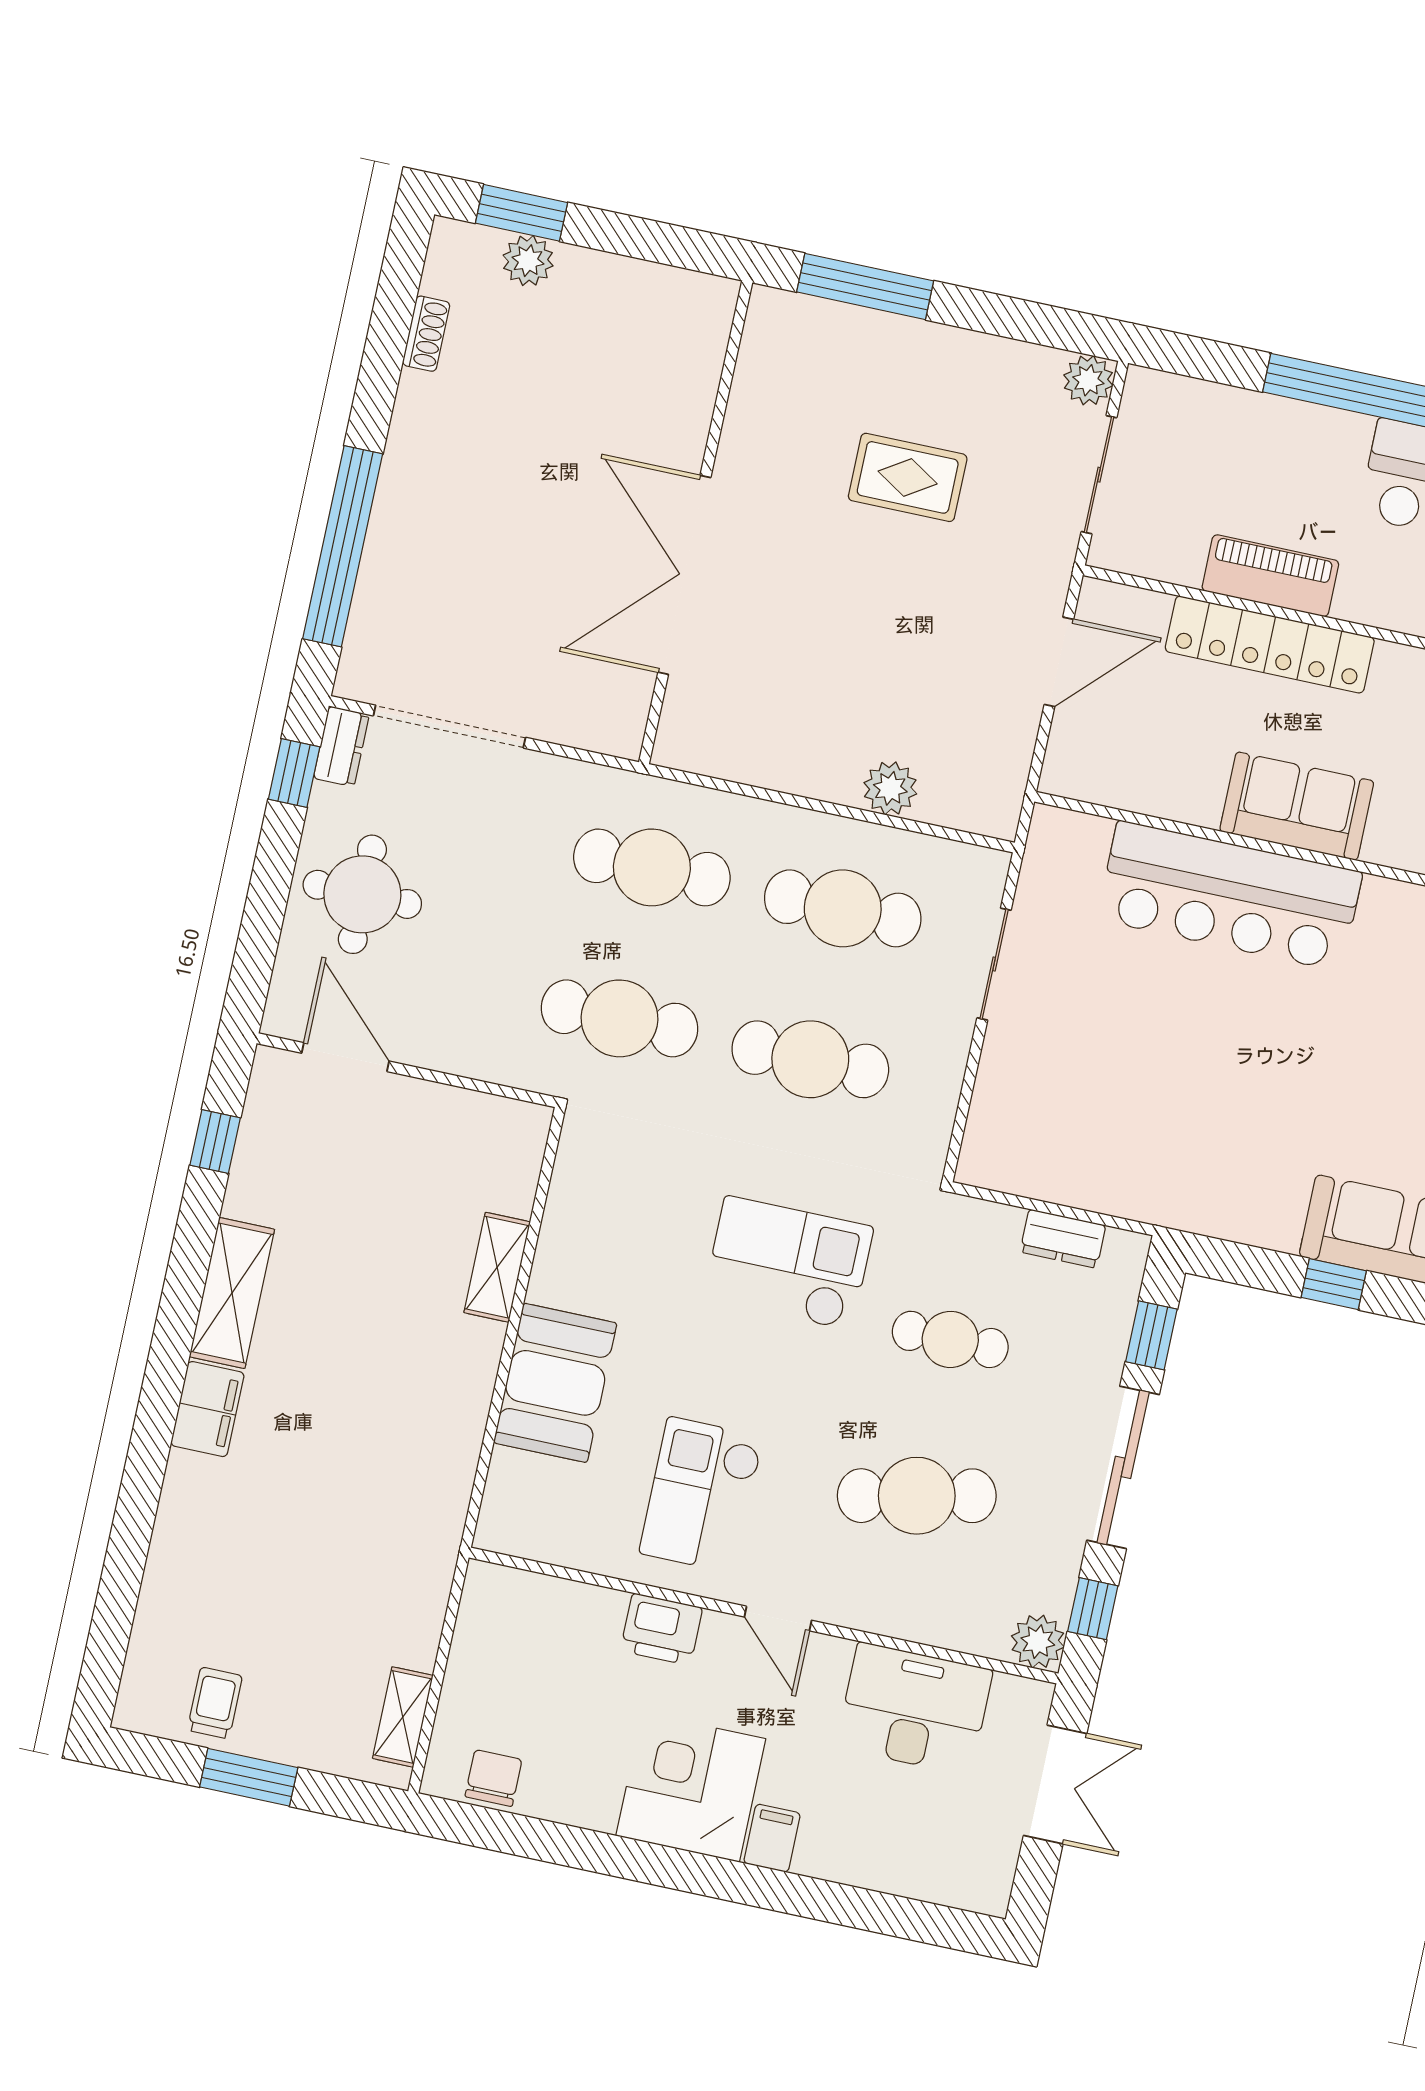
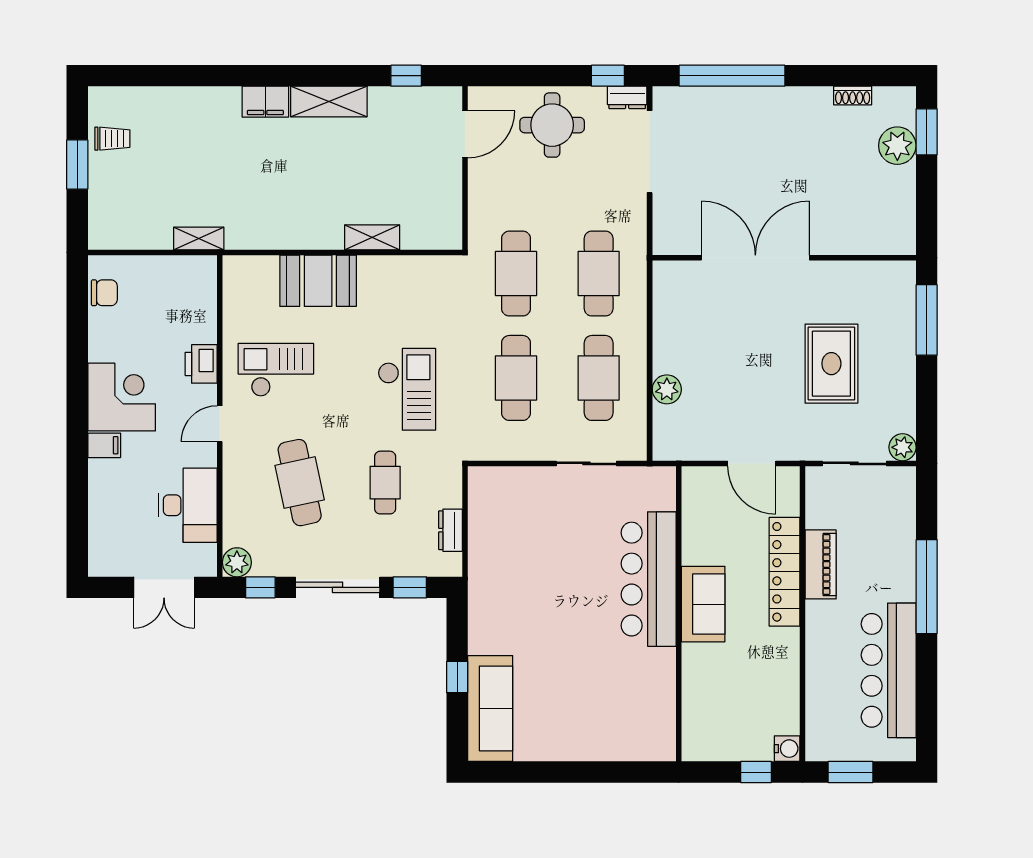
plant: (528, 261) -> (897, 146), width x1.36, depth x1.36
rug: (908, 477) -> (831, 364), width x1.36, depth x1.43
shelving: (403, 1717) -> (199, 238), moved

